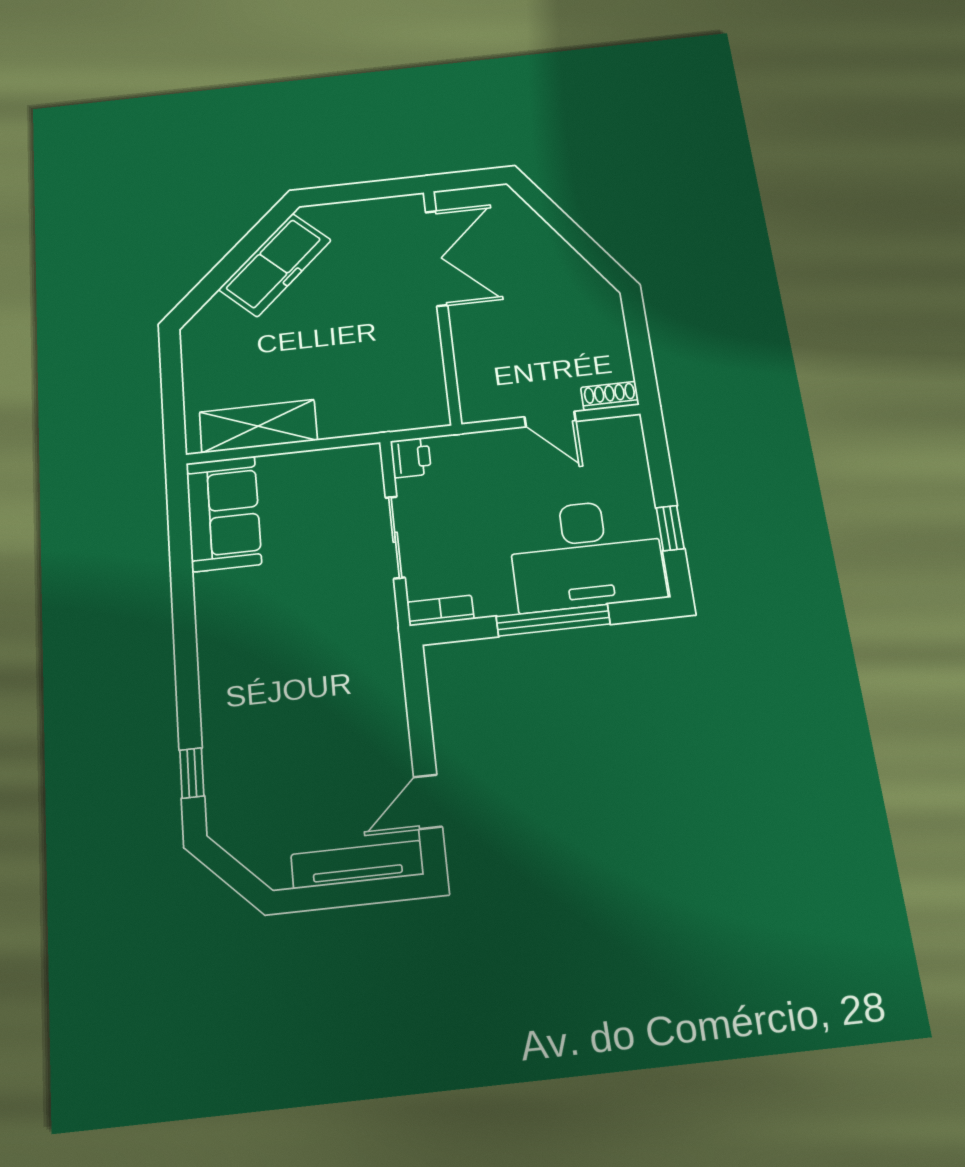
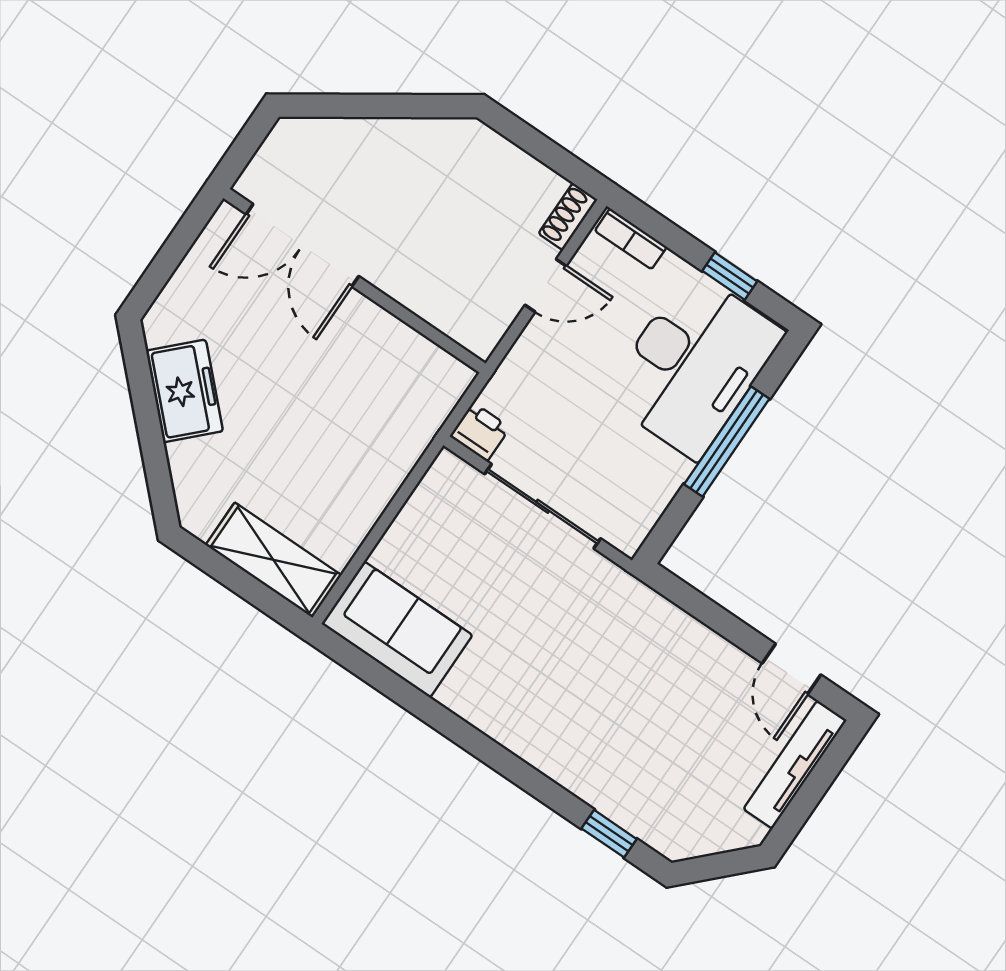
double door: (436, 258) -> (302, 245), swing flipped
freezer: (275, 265) -> (184, 391), width x0.71
shelving: (258, 426) -> (274, 560), moved, turned 90
sliding door: (395, 537) -> (543, 506), width x1.37
bookcase: (441, 611) -> (631, 239), moved, turned -90

